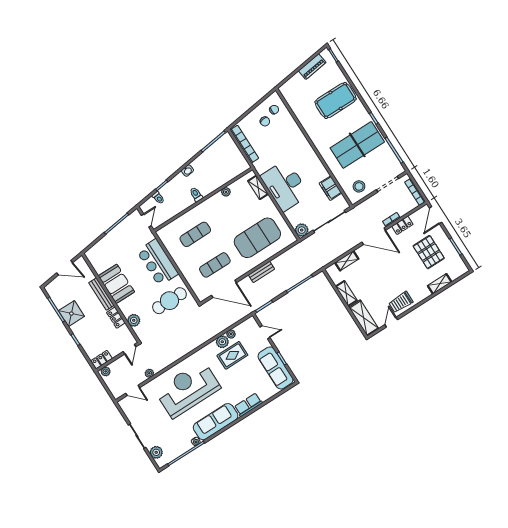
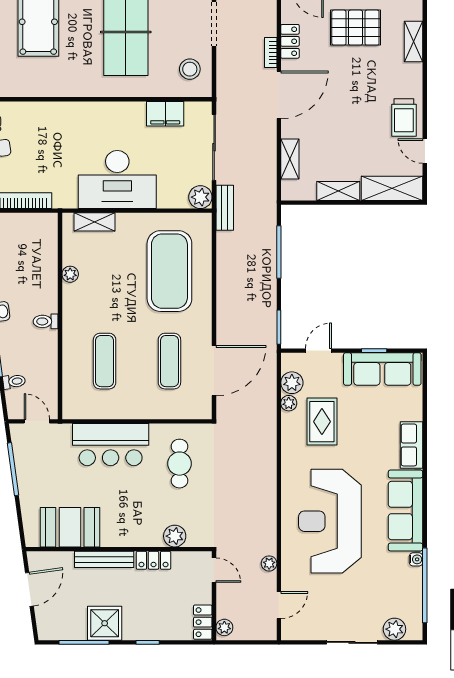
bench: (261, 272) -> (225, 208), moved
booth: (116, 284) -> (70, 527), moved
cafe table: (169, 301) -> (179, 464), width x0.73, depth x0.74
plant: (222, 342) -> (292, 383), moved

